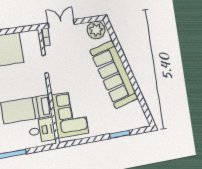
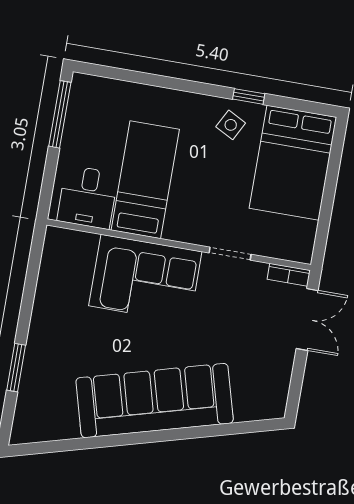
plant: (96, 30) -> (268, 393), removed
corner sofa: (70, 114) -> (145, 279), moved

